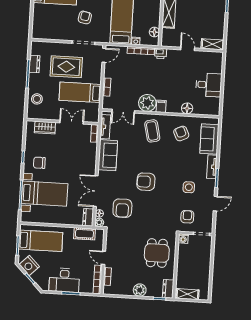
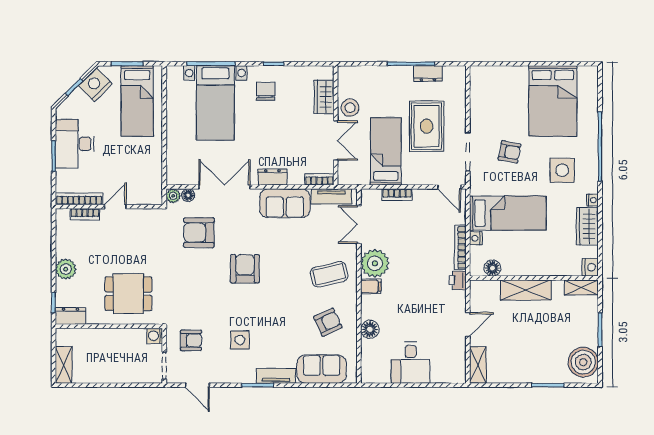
stool: (37, 99) -> (350, 108), moved
door: (215, 204) -> (197, 385), moved
dresser: (88, 217) -> (272, 177), moved
cot: (84, 234) -> (153, 173), removed
shelving: (187, 294) -> (64, 365), moved

